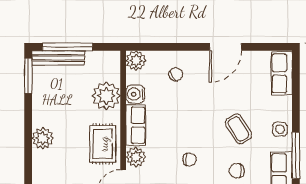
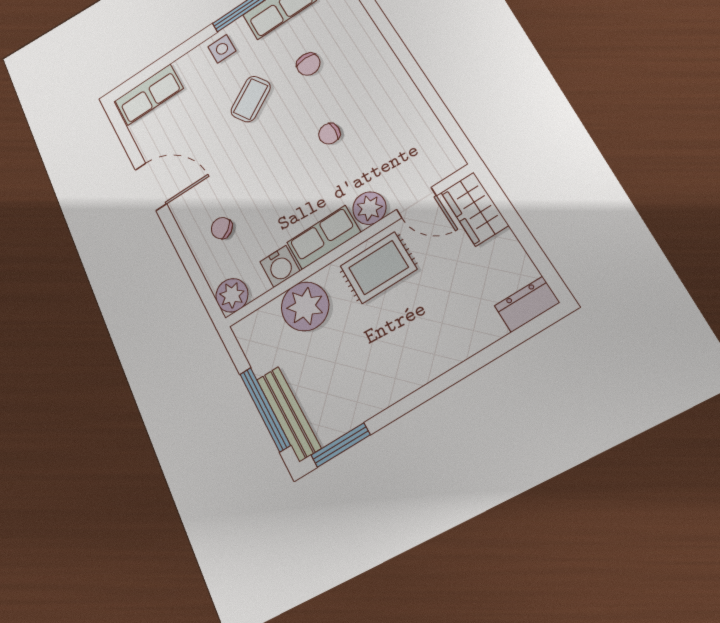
plant: (43, 138) -> (423, 363), removed
chair: (190, 160) -> (329, 134), turned -90

